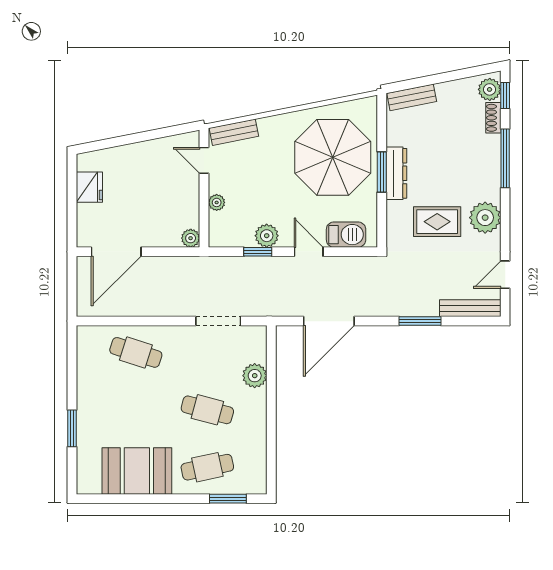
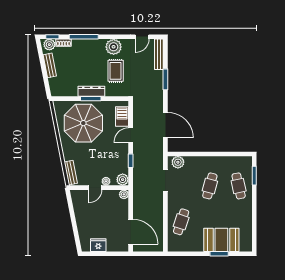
bench: (412, 97) -> (50, 65), moved
door: (204, 160) -> (95, 188), moved
plant: (267, 236) -> (123, 180), moved
door: (505, 275) -> (142, 37), hinge flipped
plant: (255, 376) -> (178, 162), moved
booth: (137, 471) -> (221, 240), moved, turned 90

